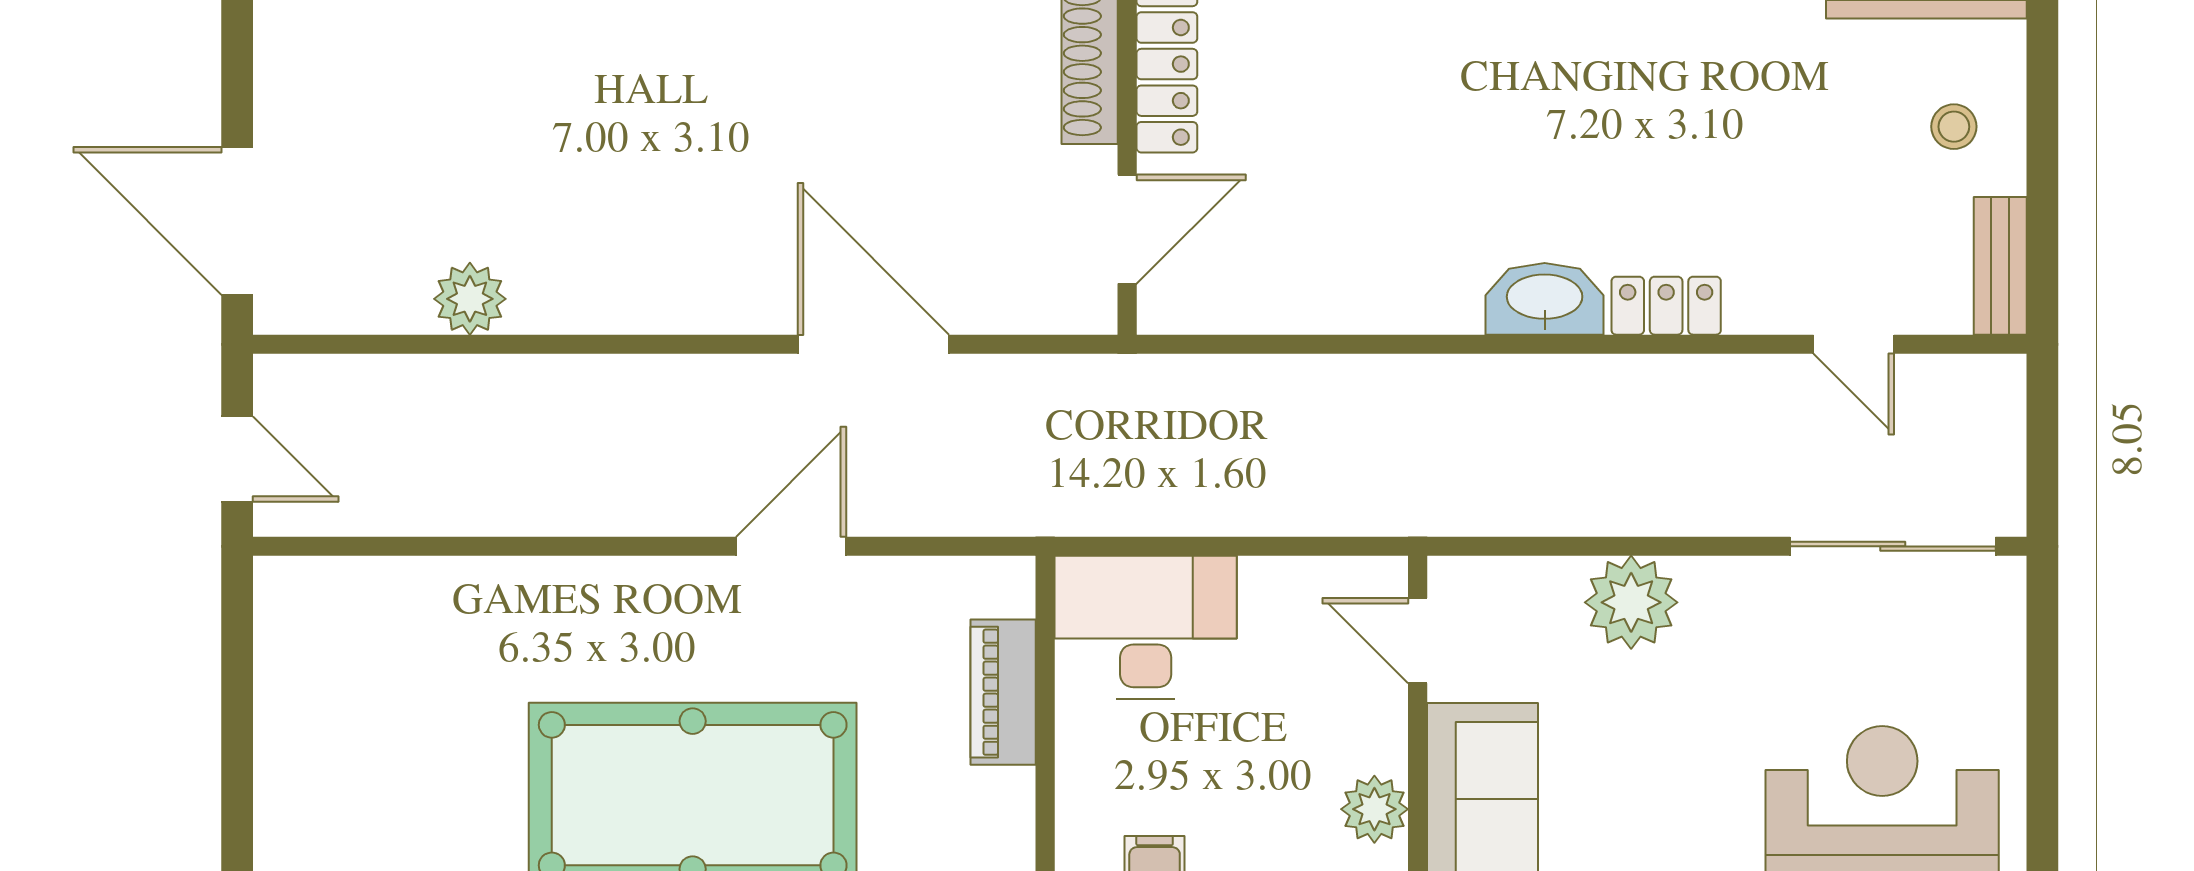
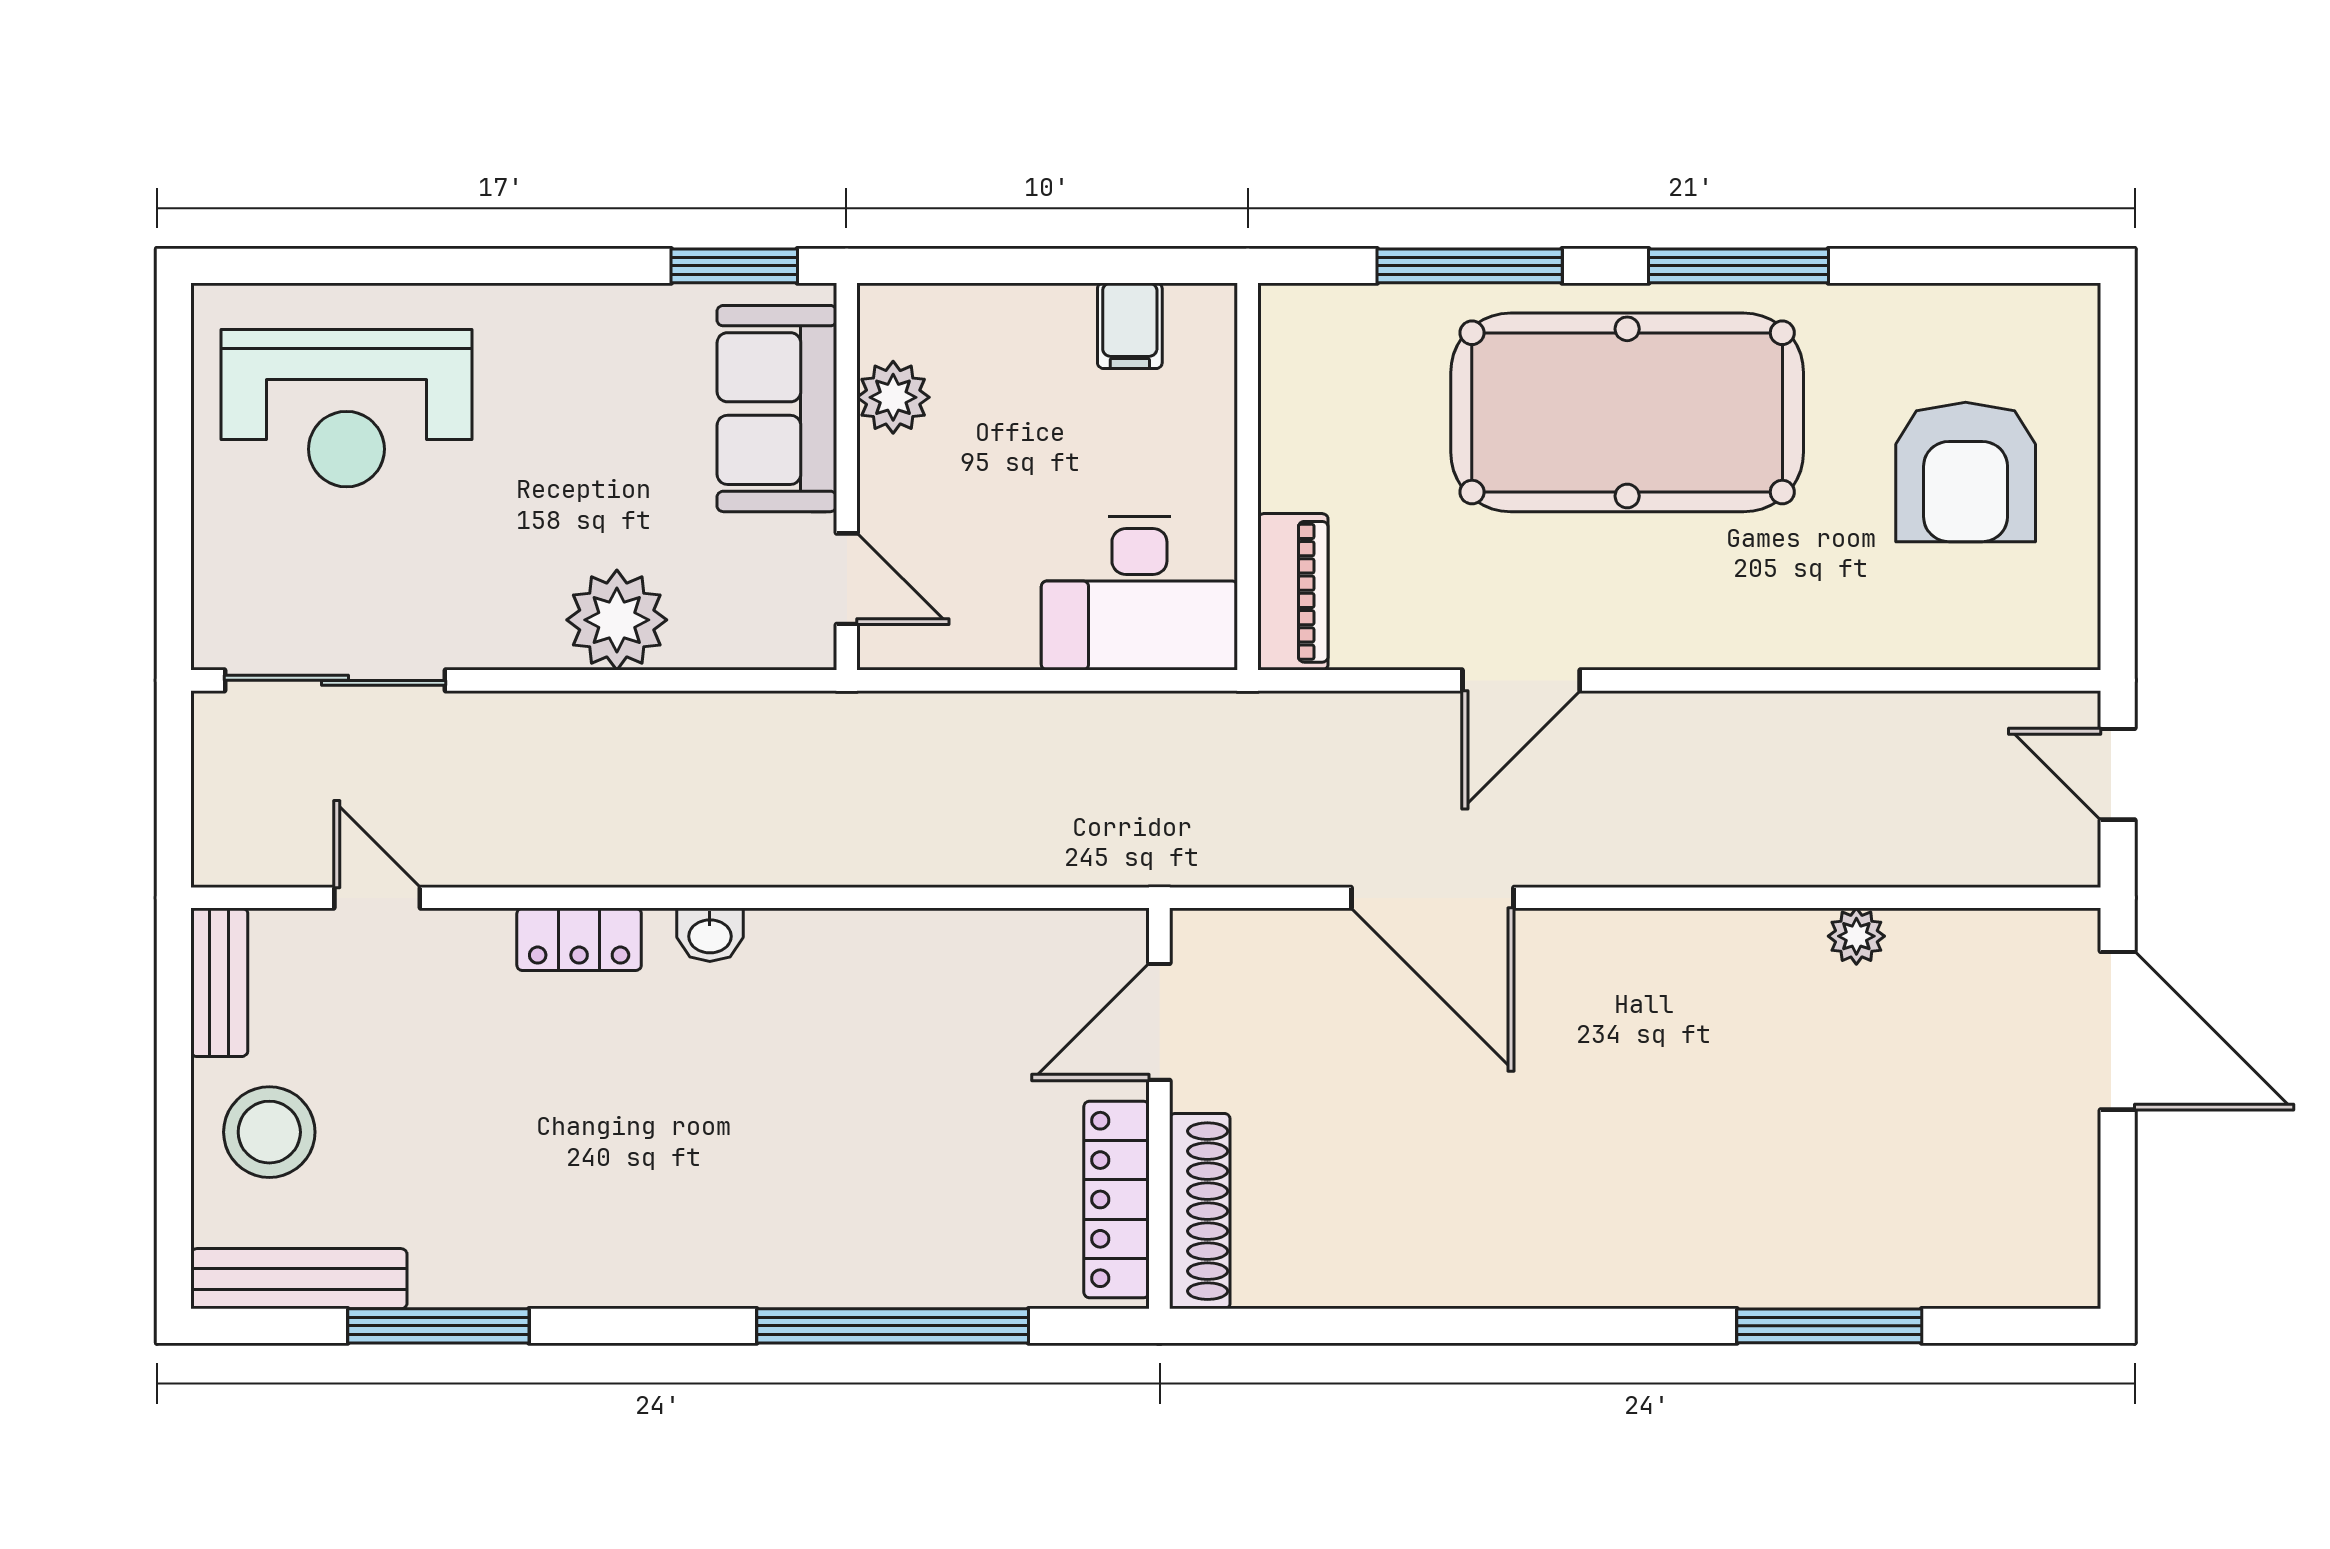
stool: (1954, 127) -> (269, 1132), width x1.89, depth x1.89
plant: (470, 299) -> (1856, 936), width x0.73, depth x0.73
washbasin: (1545, 299) -> (710, 935), width x0.52, depth x0.69
piano: (1003, 692) -> (1293, 592), moved
armchair: (378, 740) -> (1966, 472), added

